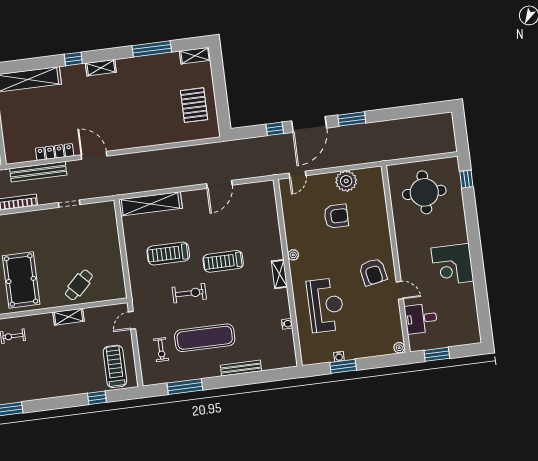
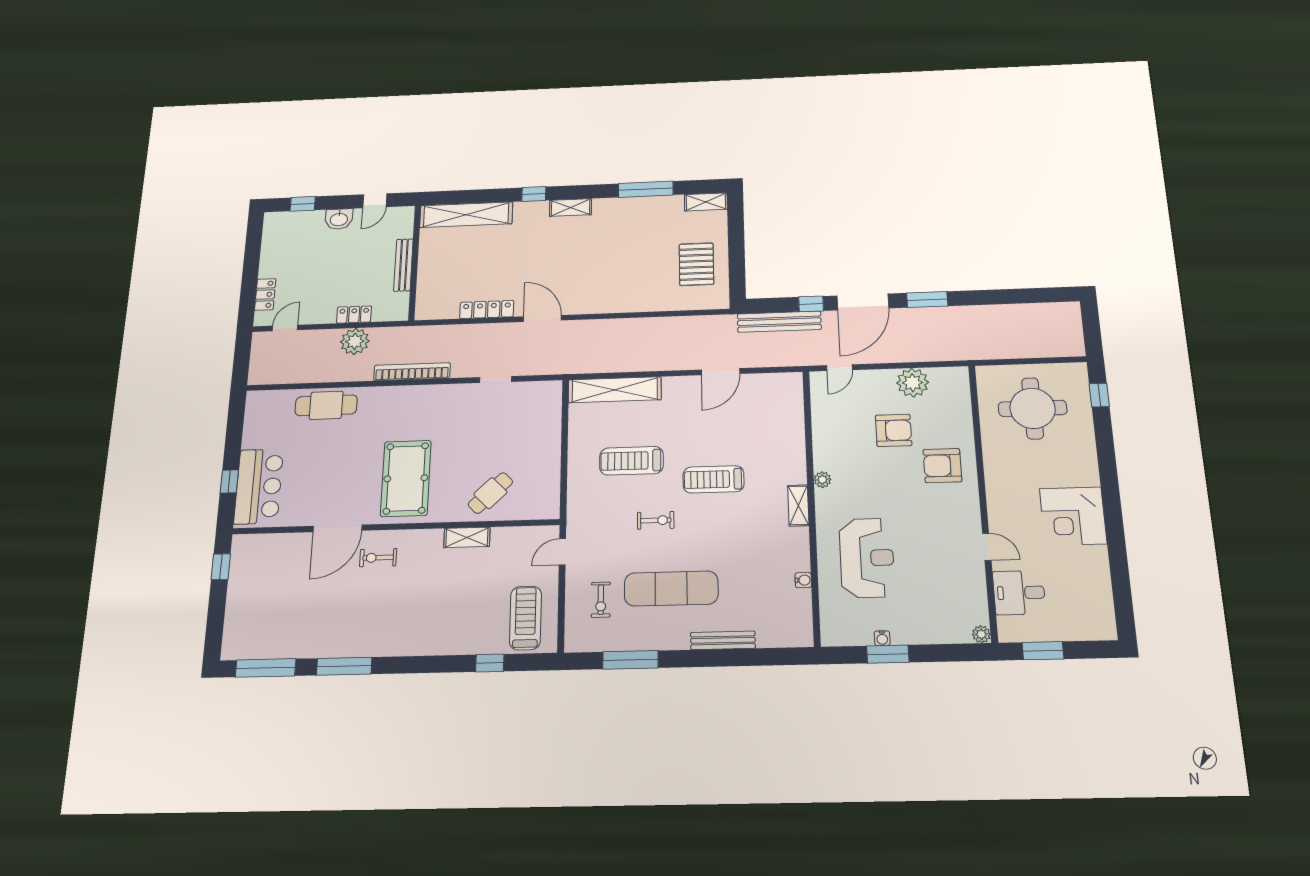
bench: (38, 172) -> (779, 322), moved
armchair: (373, 272) -> (942, 466), moved, turned 101
exercise bike: (189, 293) -> (656, 520), width x0.73, depth x0.72

